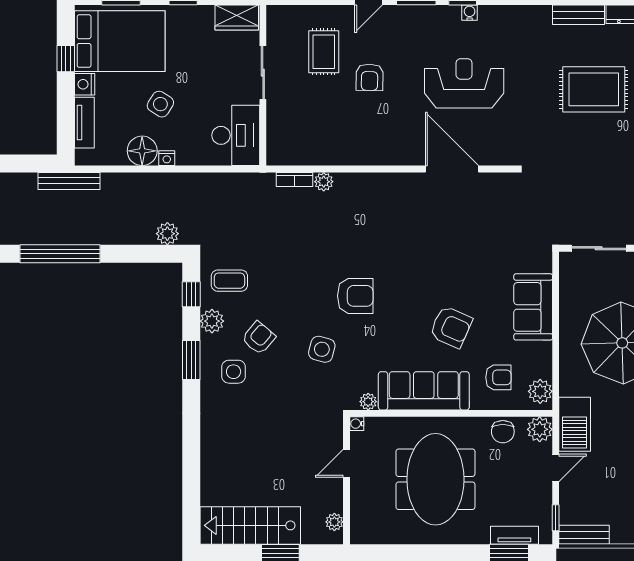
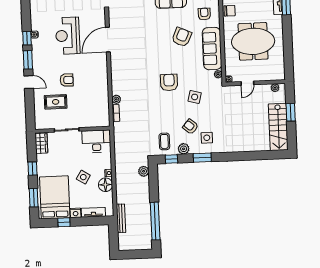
door: (346, 463) -> (247, 83), hinge flipped

